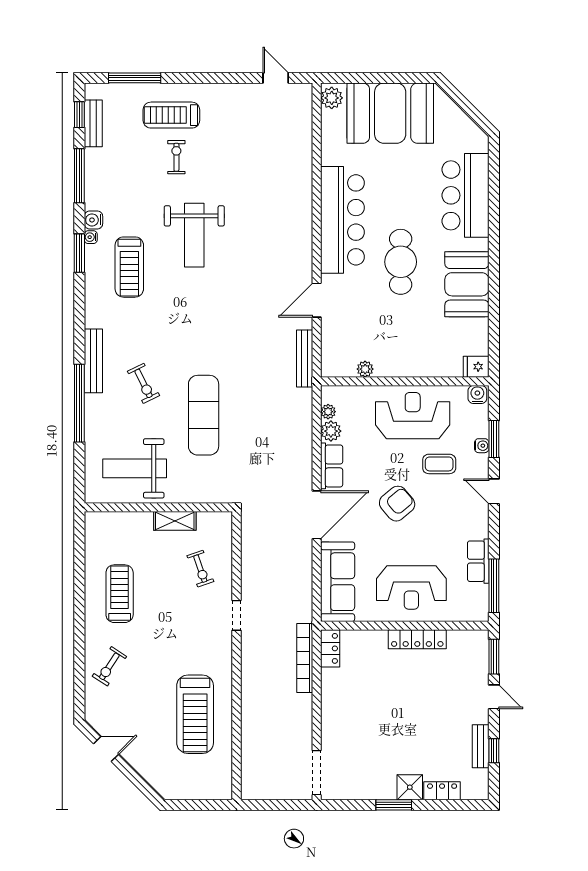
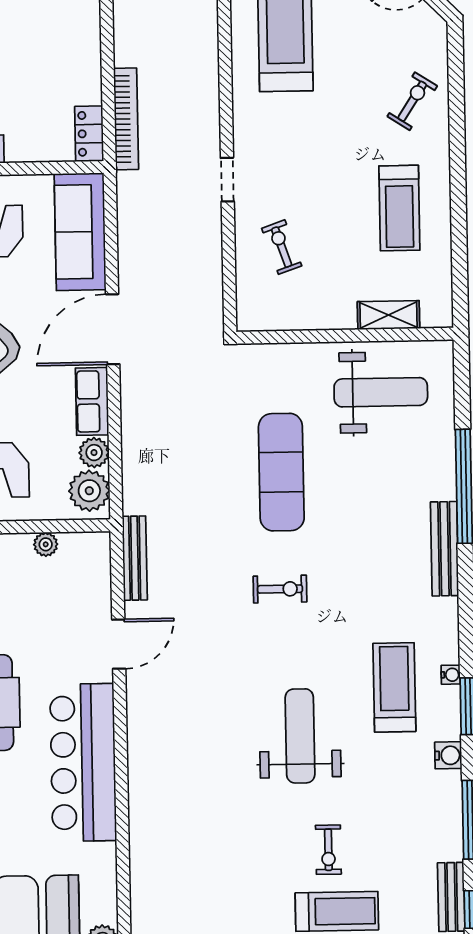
water cooler: (91, 237) -> (451, 675), moved
exercise bike: (144, 383) -> (280, 589), moved, turned 116
plant: (328, 412) -> (89, 491), width x1.88, depth x1.88
shelving: (175, 521) -> (388, 315), moved

